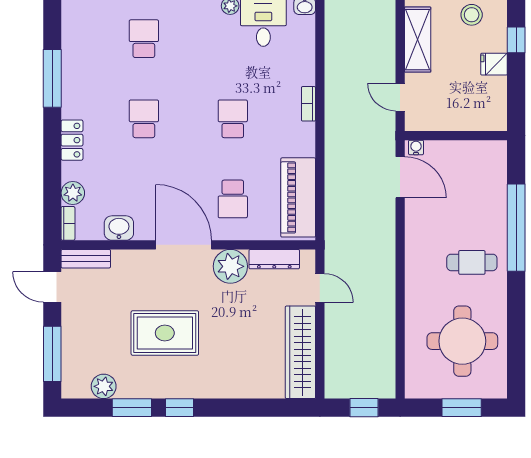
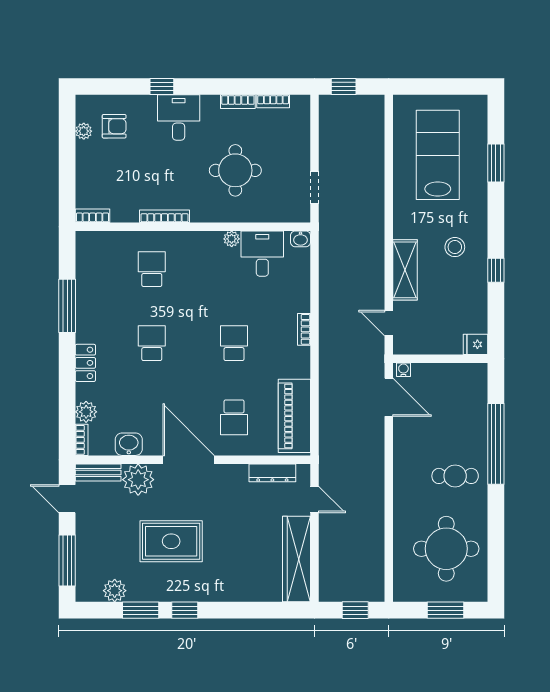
fridge: (494, 64) -> (476, 344), moved
plant: (230, 266) -> (138, 480), moved

